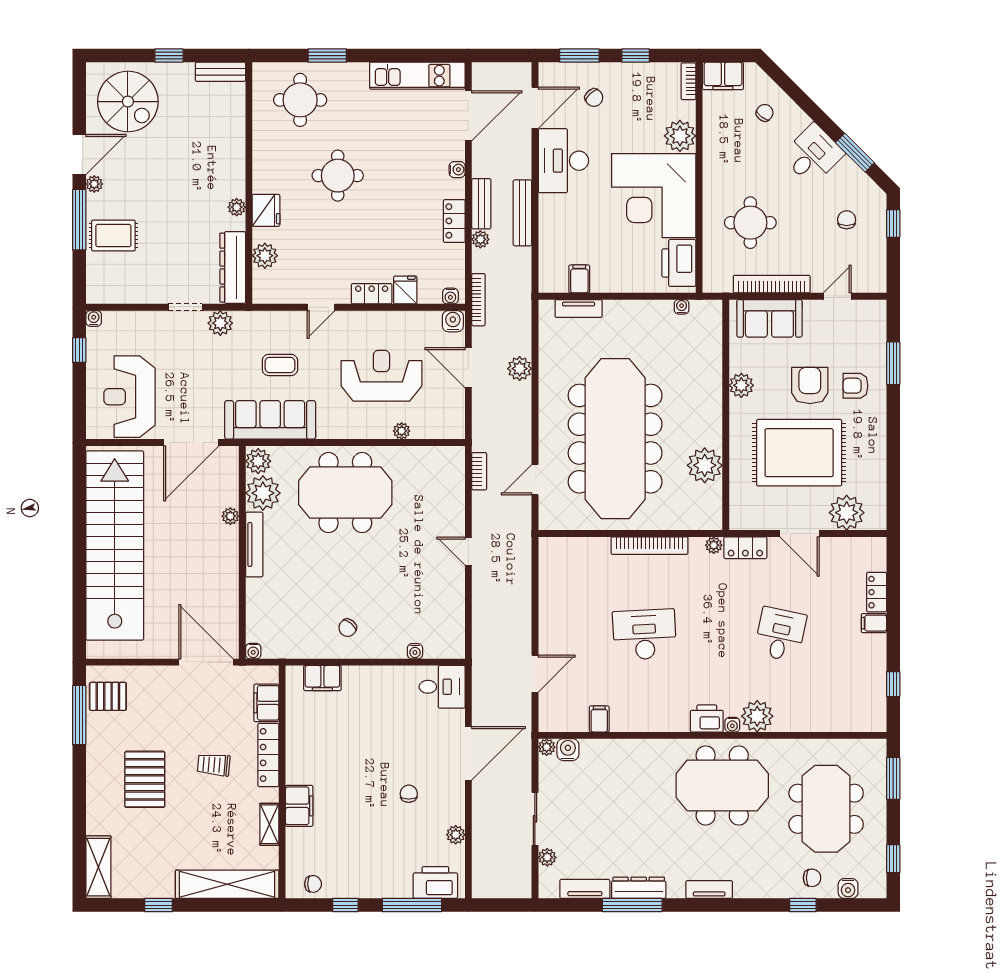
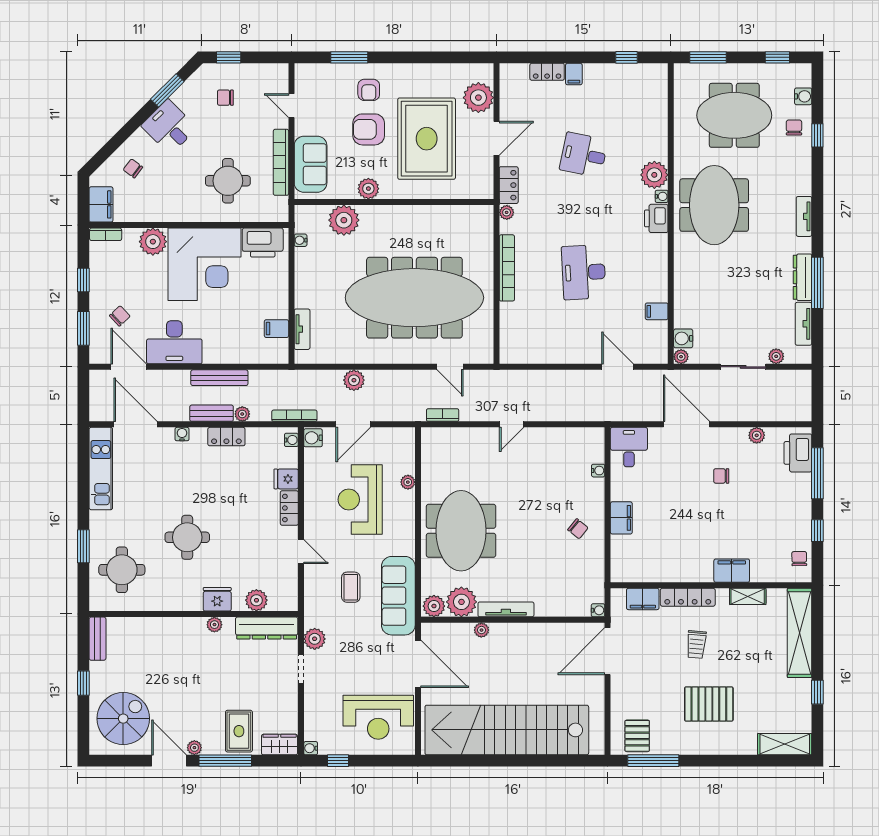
wardrobe: (98, 282) -> (280, 745), added
plant: (705, 465) -> (344, 220), moved
filing cabinet: (322, 678) -> (621, 518), moved

